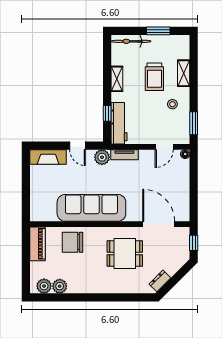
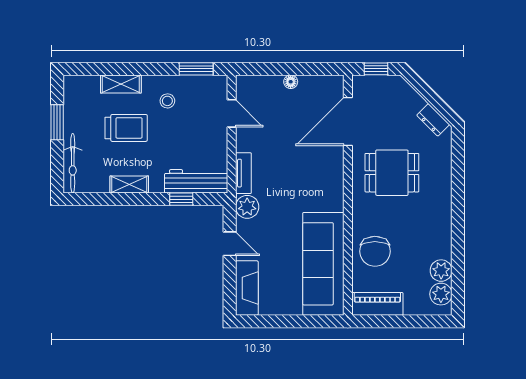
door: (77, 146) -> (230, 244), hinge flipped
floor lamp: (185, 154) -> (291, 82), moved
sofa: (91, 208) -> (323, 264), moved
dining table: (125, 253) -> (392, 173), turned 90

